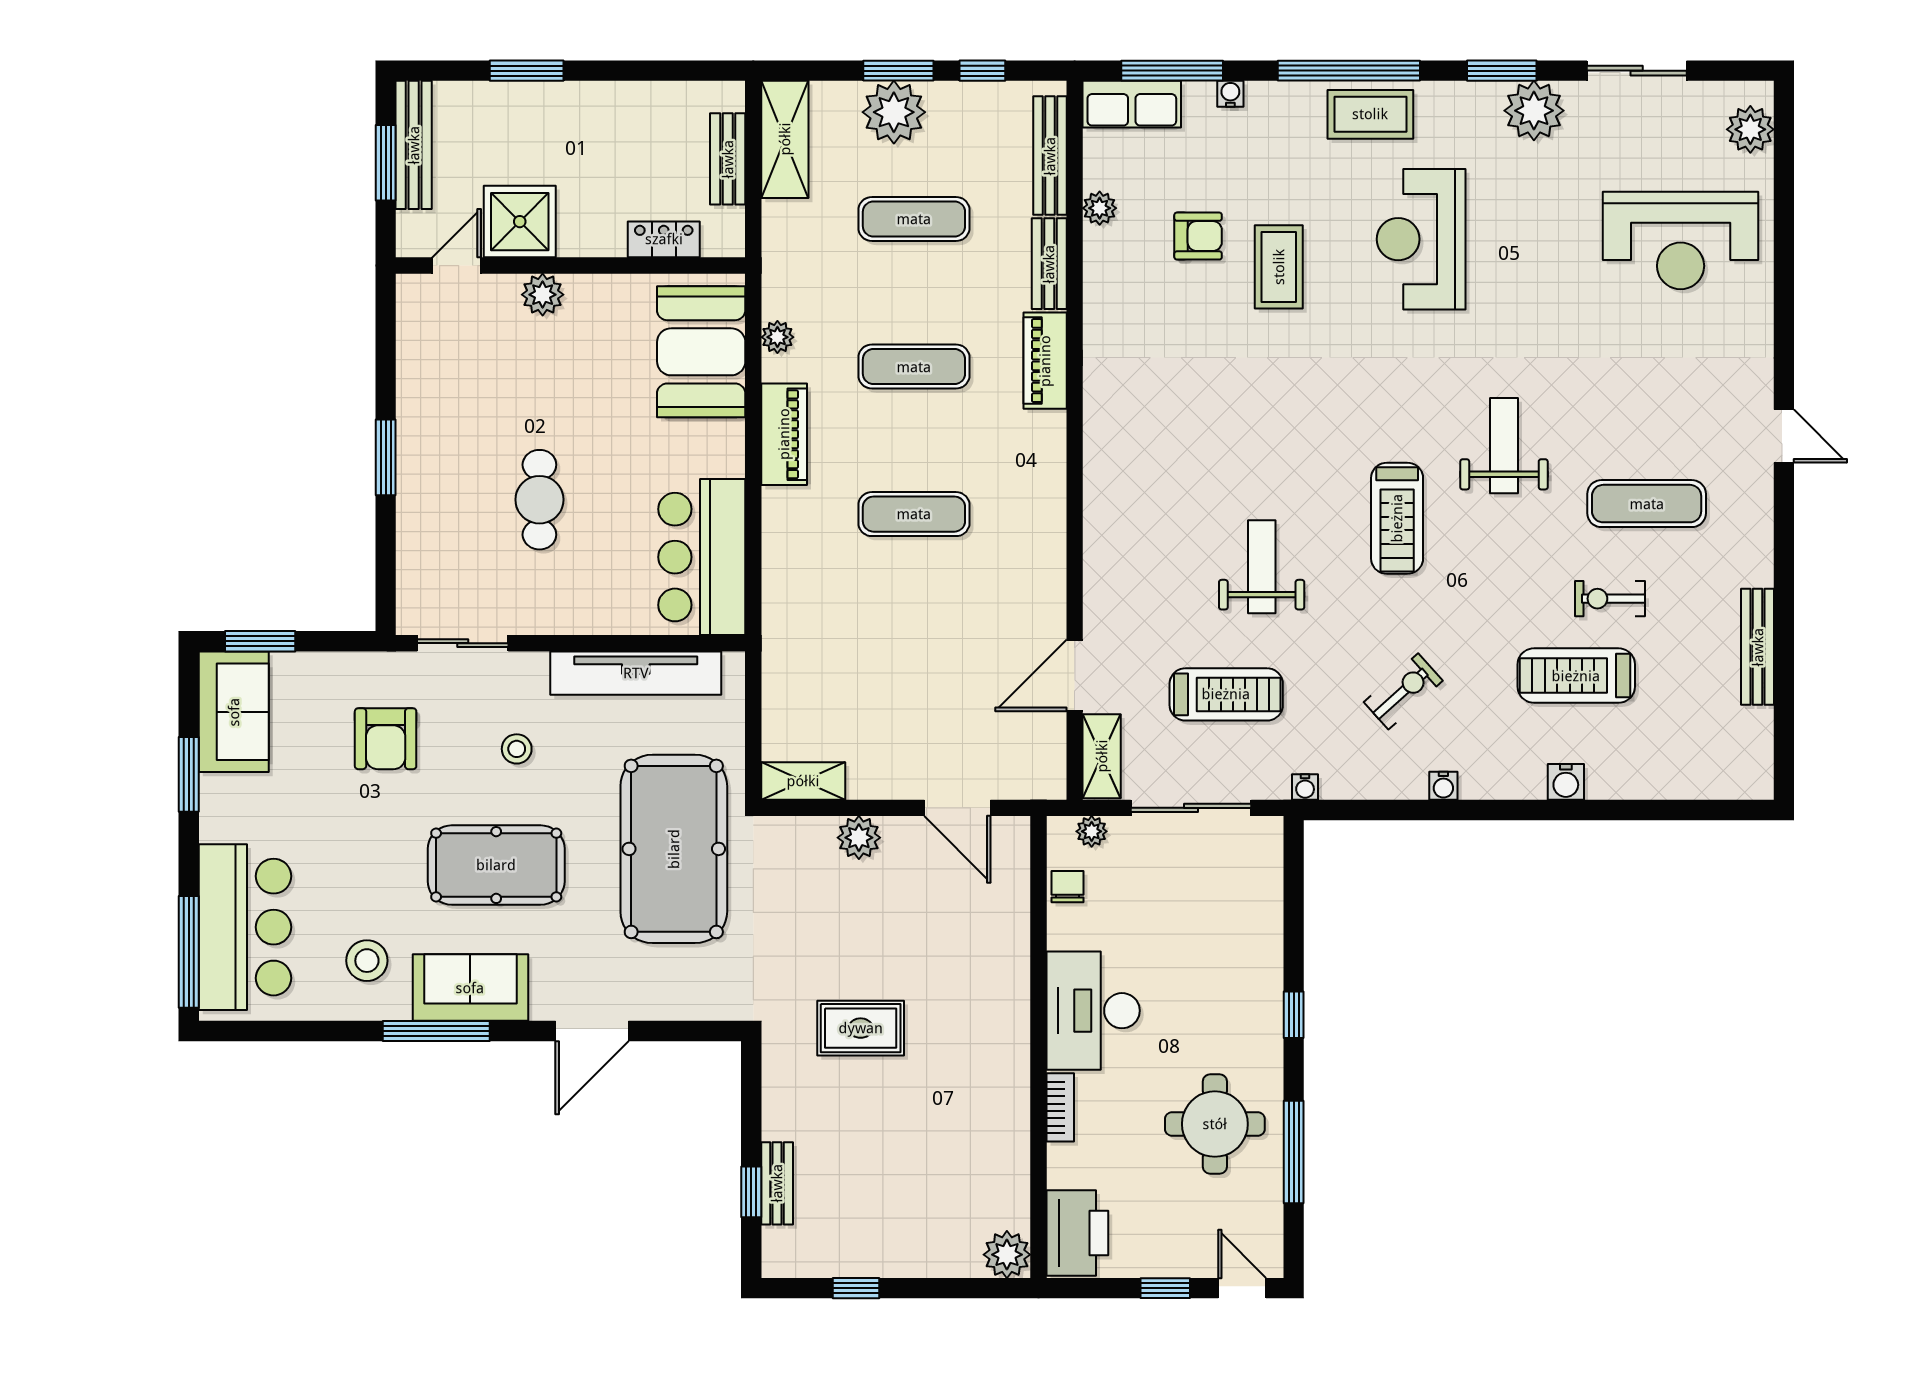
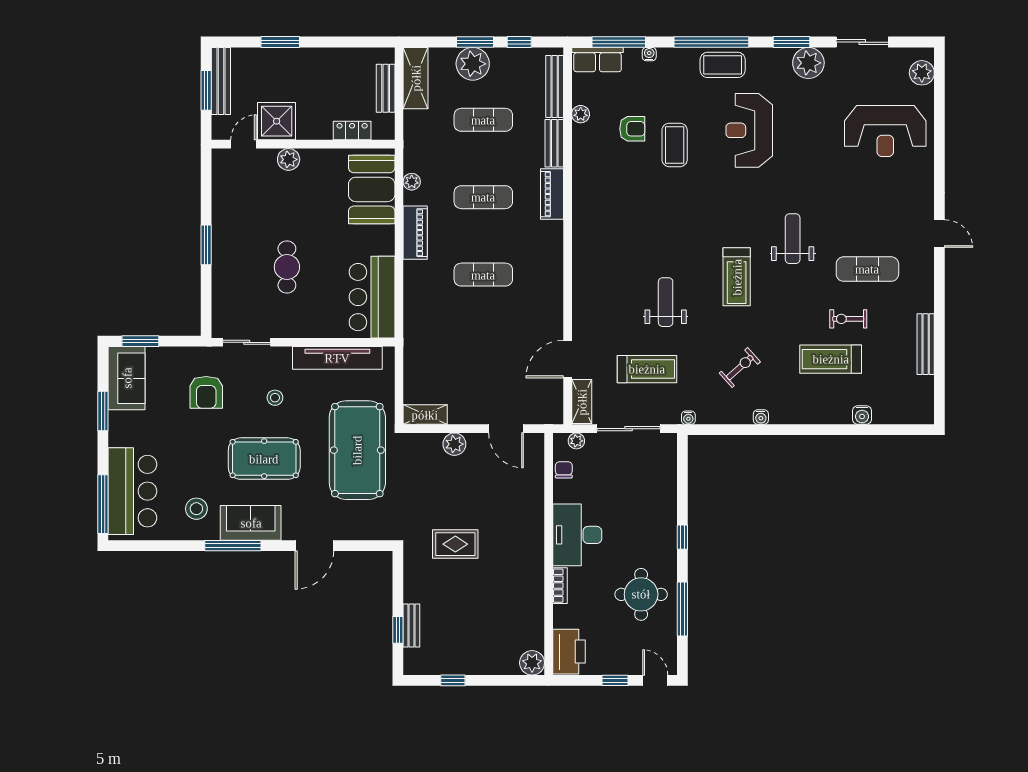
water cooler: (1566, 782) -> (862, 415), moved

